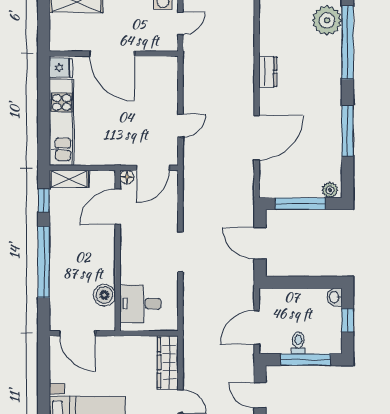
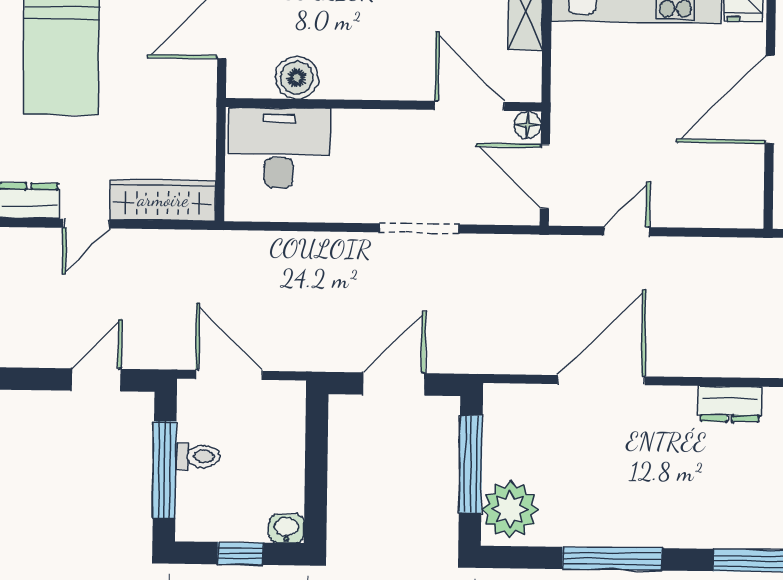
door: (180, 126) -> (627, 231), swing flipped
door: (257, 138) -> (601, 380), swing flipped
plant: (330, 190) -> (510, 509), width x1.87, depth x1.87
doorway: (180, 252) -> (419, 228), moved
desk: (140, 304) -> (279, 148), width x1.37

